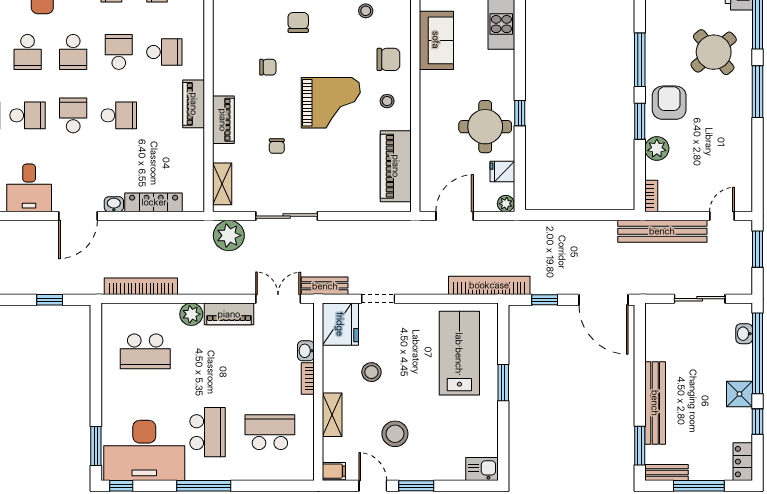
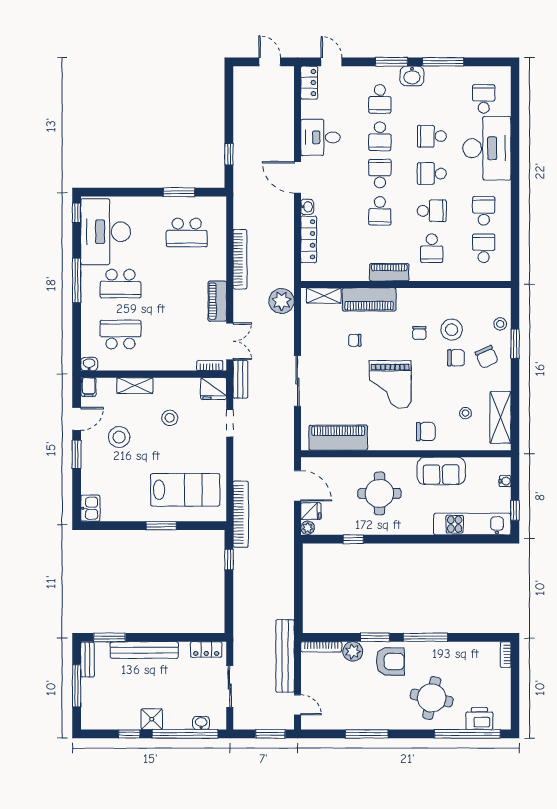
round table: (714, 52) -> (432, 698), turned -38
chair: (388, 59) -> (426, 432), turned -90
window: (758, 92) -> (367, 734), moved
stool: (387, 101) -> (452, 330), moved, width x1.89, depth x1.89
window: (520, 113) -> (353, 539), moved
school desk: (73, 115) -> (380, 174), turned -90
piano: (223, 120) -> (369, 299), width x1.37, depth x1.33
round table: (485, 127) -> (379, 493), moved
fridge: (502, 172) -> (311, 511), moved, turned 90
bookcase: (651, 196) -> (321, 647), width x1.56
sliding door: (287, 216) -> (297, 381), moved
bookcase: (141, 286) -> (240, 259), moved
door: (603, 300) -> (229, 608), removed
plant: (191, 314) -> (217, 270), removed
fridge: (340, 324) -> (214, 389), width x0.73, depth x0.75
school desk: (145, 351) -> (187, 233), turned -90
washbasin: (306, 351) -> (89, 364), moved
bookcase: (308, 378) -> (210, 366), moved
school desk: (270, 432) -> (121, 335), turned -90
window: (96, 446) -> (179, 192), moved
locker: (743, 462) -> (206, 649), moved, turned 180

